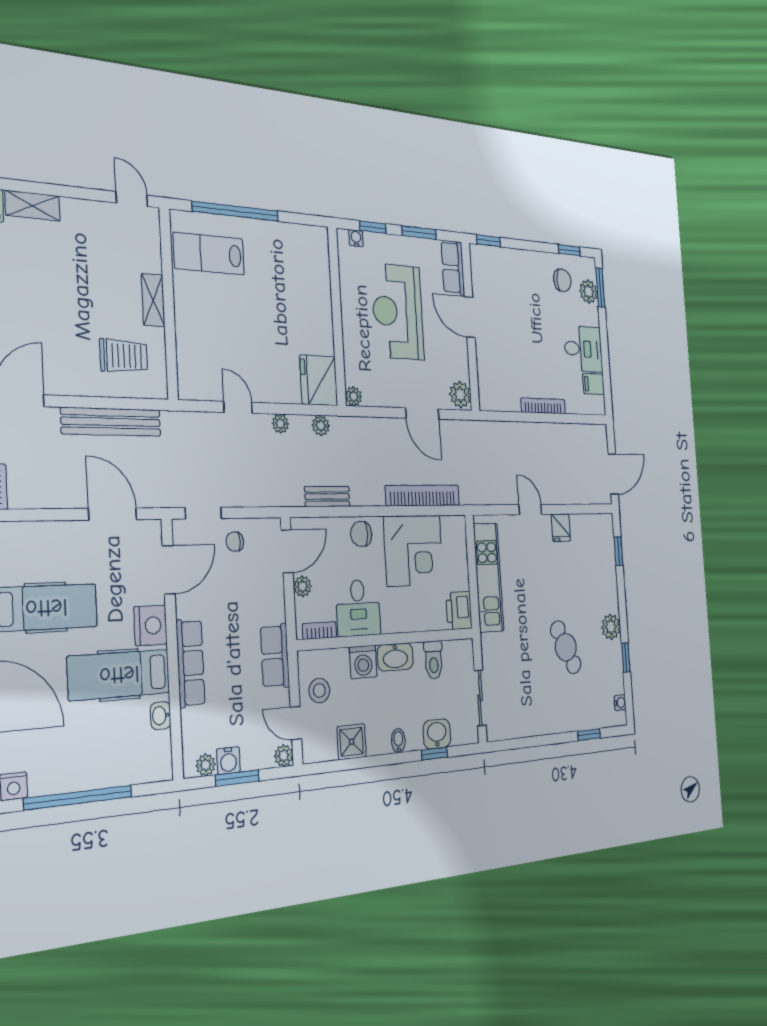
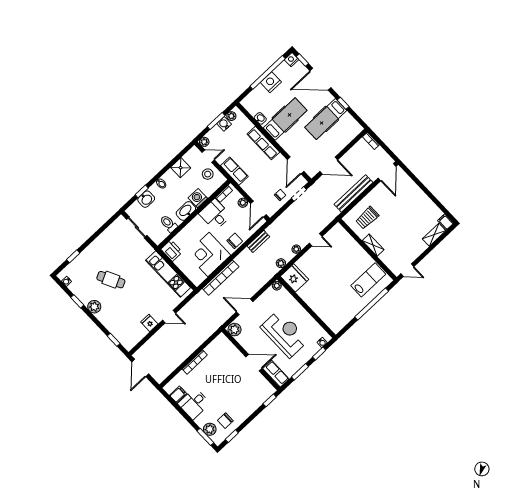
nightstand: (151, 625) -> (271, 82), moved, turned 90

